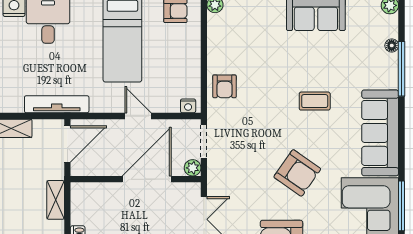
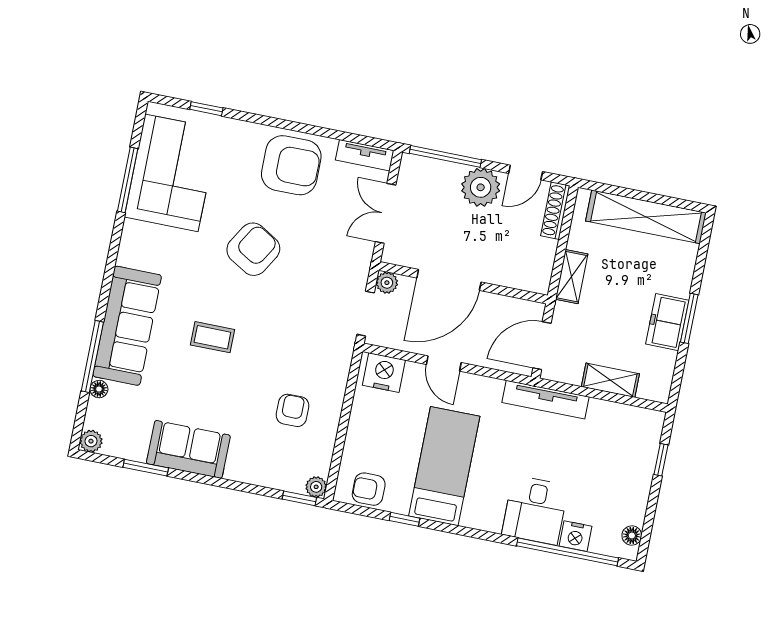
armchair: (224, 86) -> (293, 410), moved
nightstand: (188, 106) -> (384, 373), width x1.89, depth x1.79
sofa: (380, 133) -> (127, 326), moved
armchair: (297, 173) -> (253, 249), turned 86

